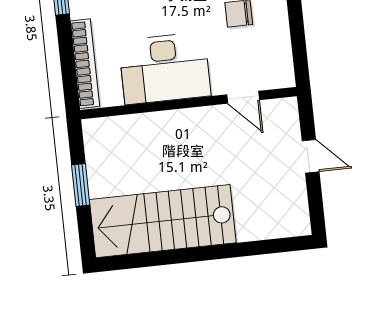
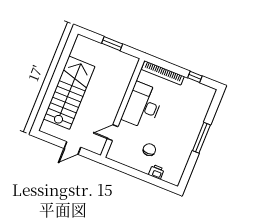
stairs: (163, 221) -> (69, 93), moved

